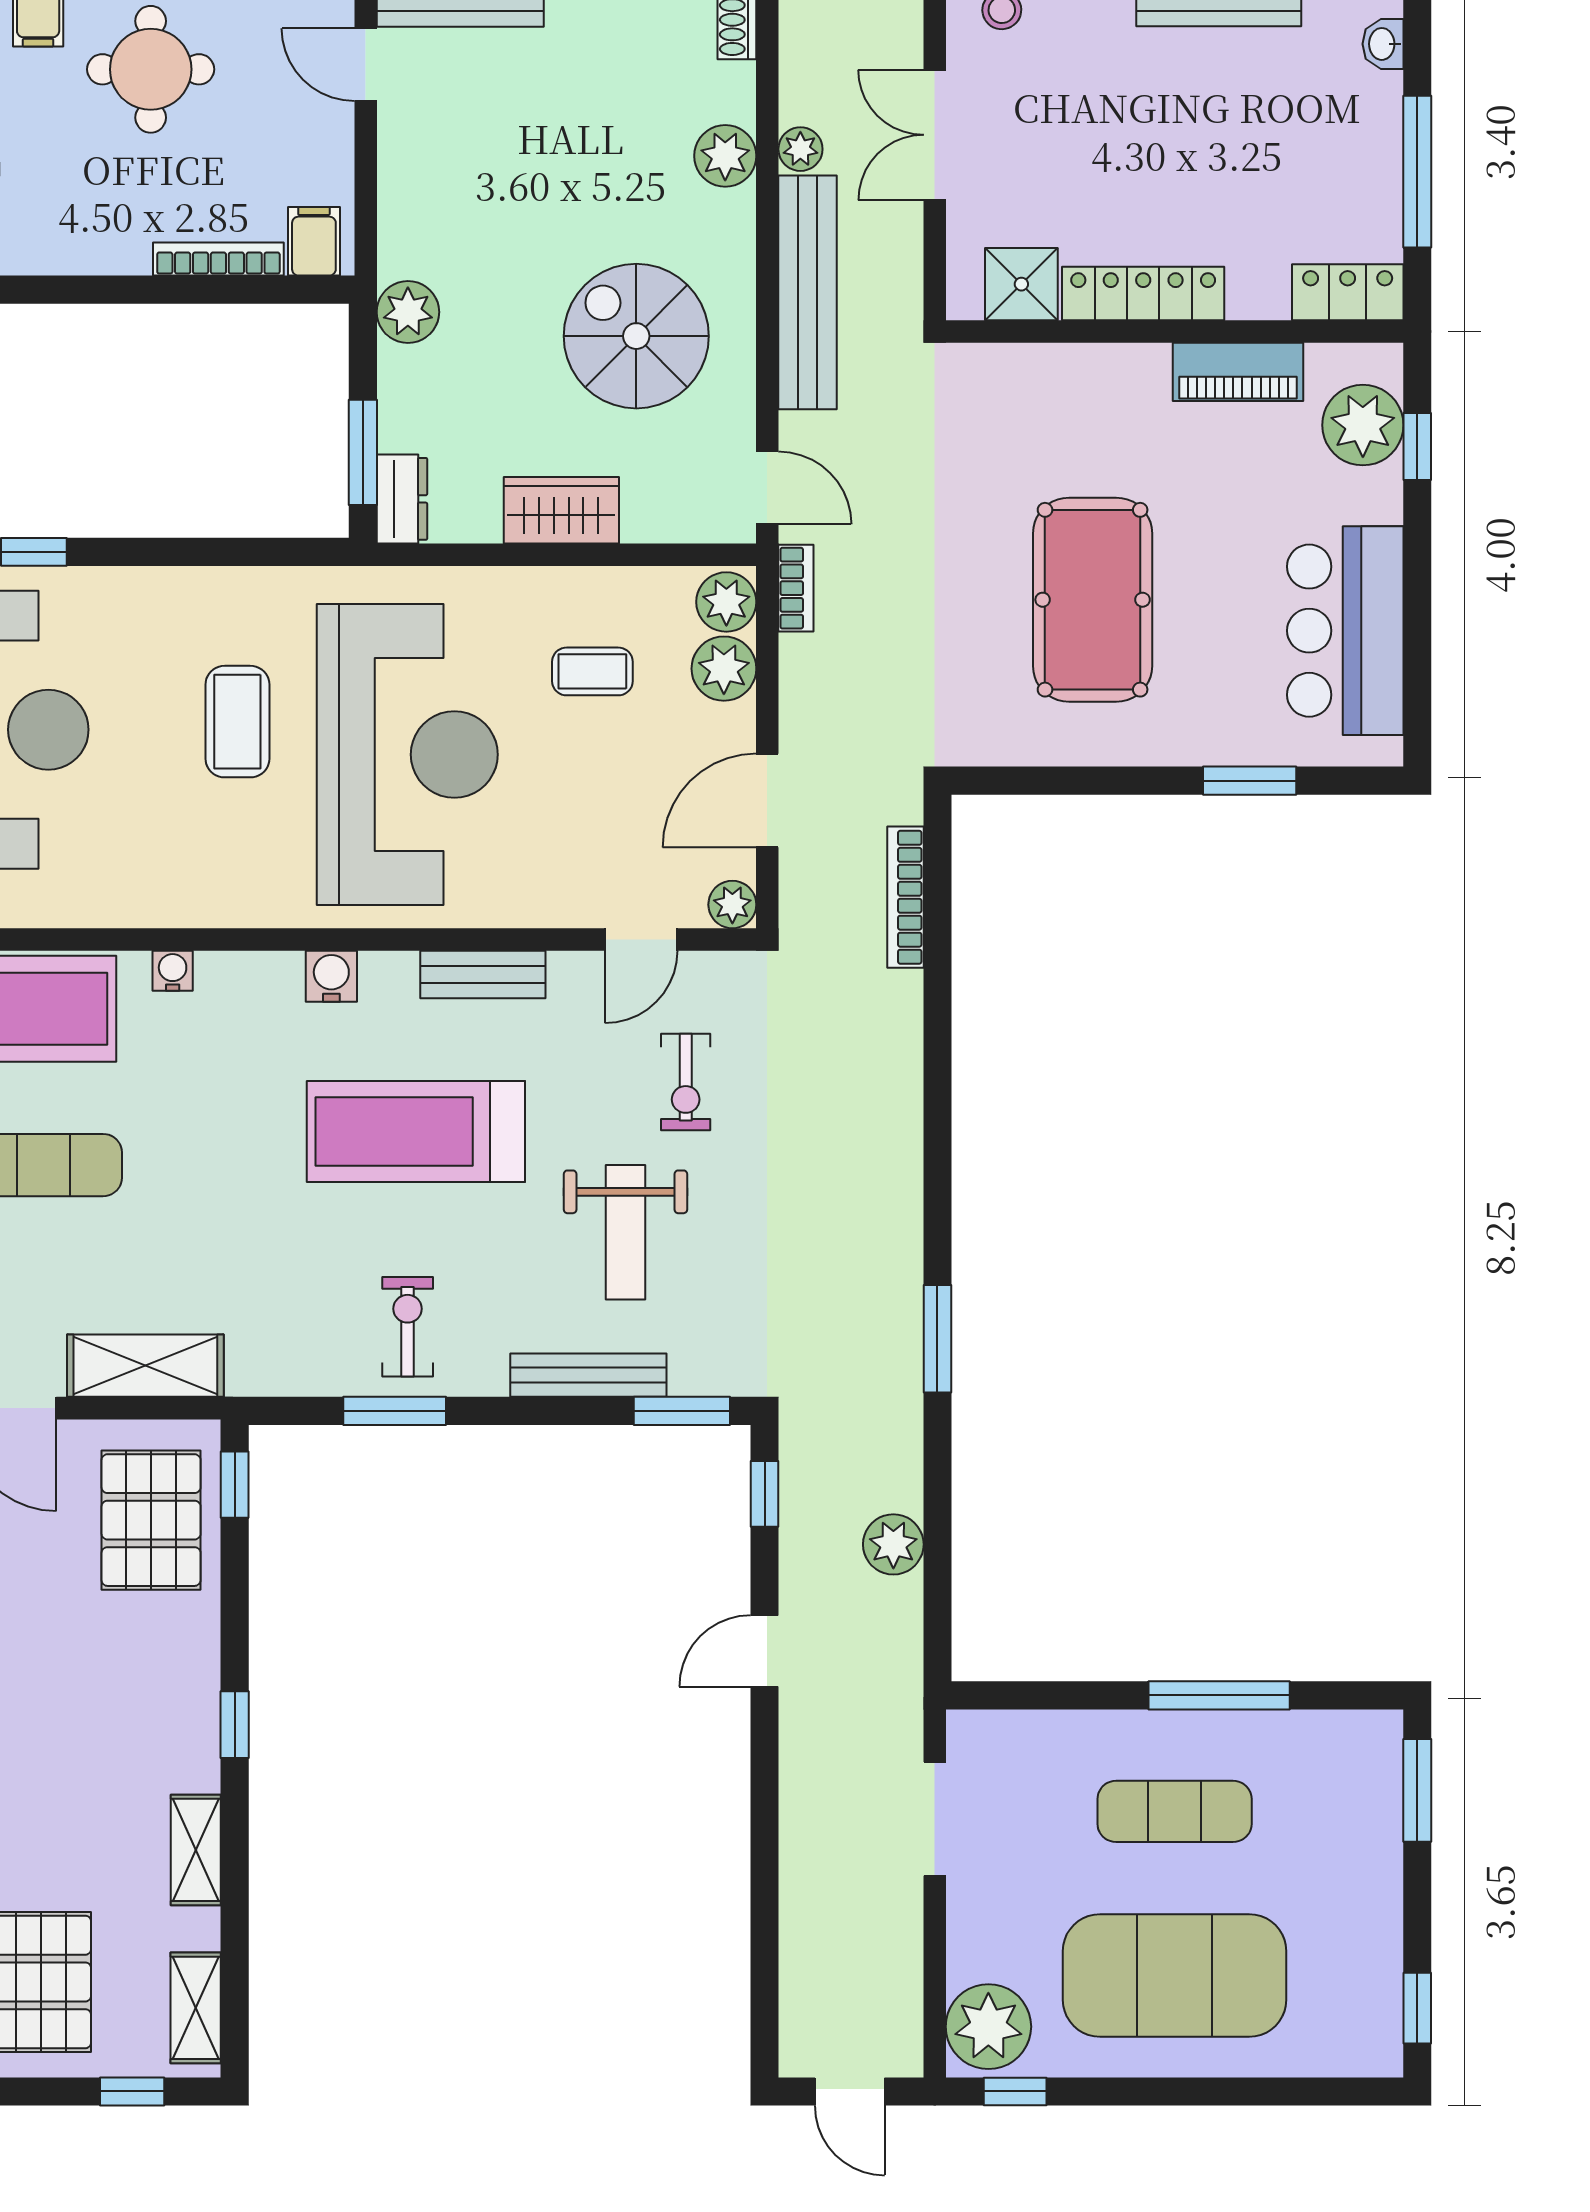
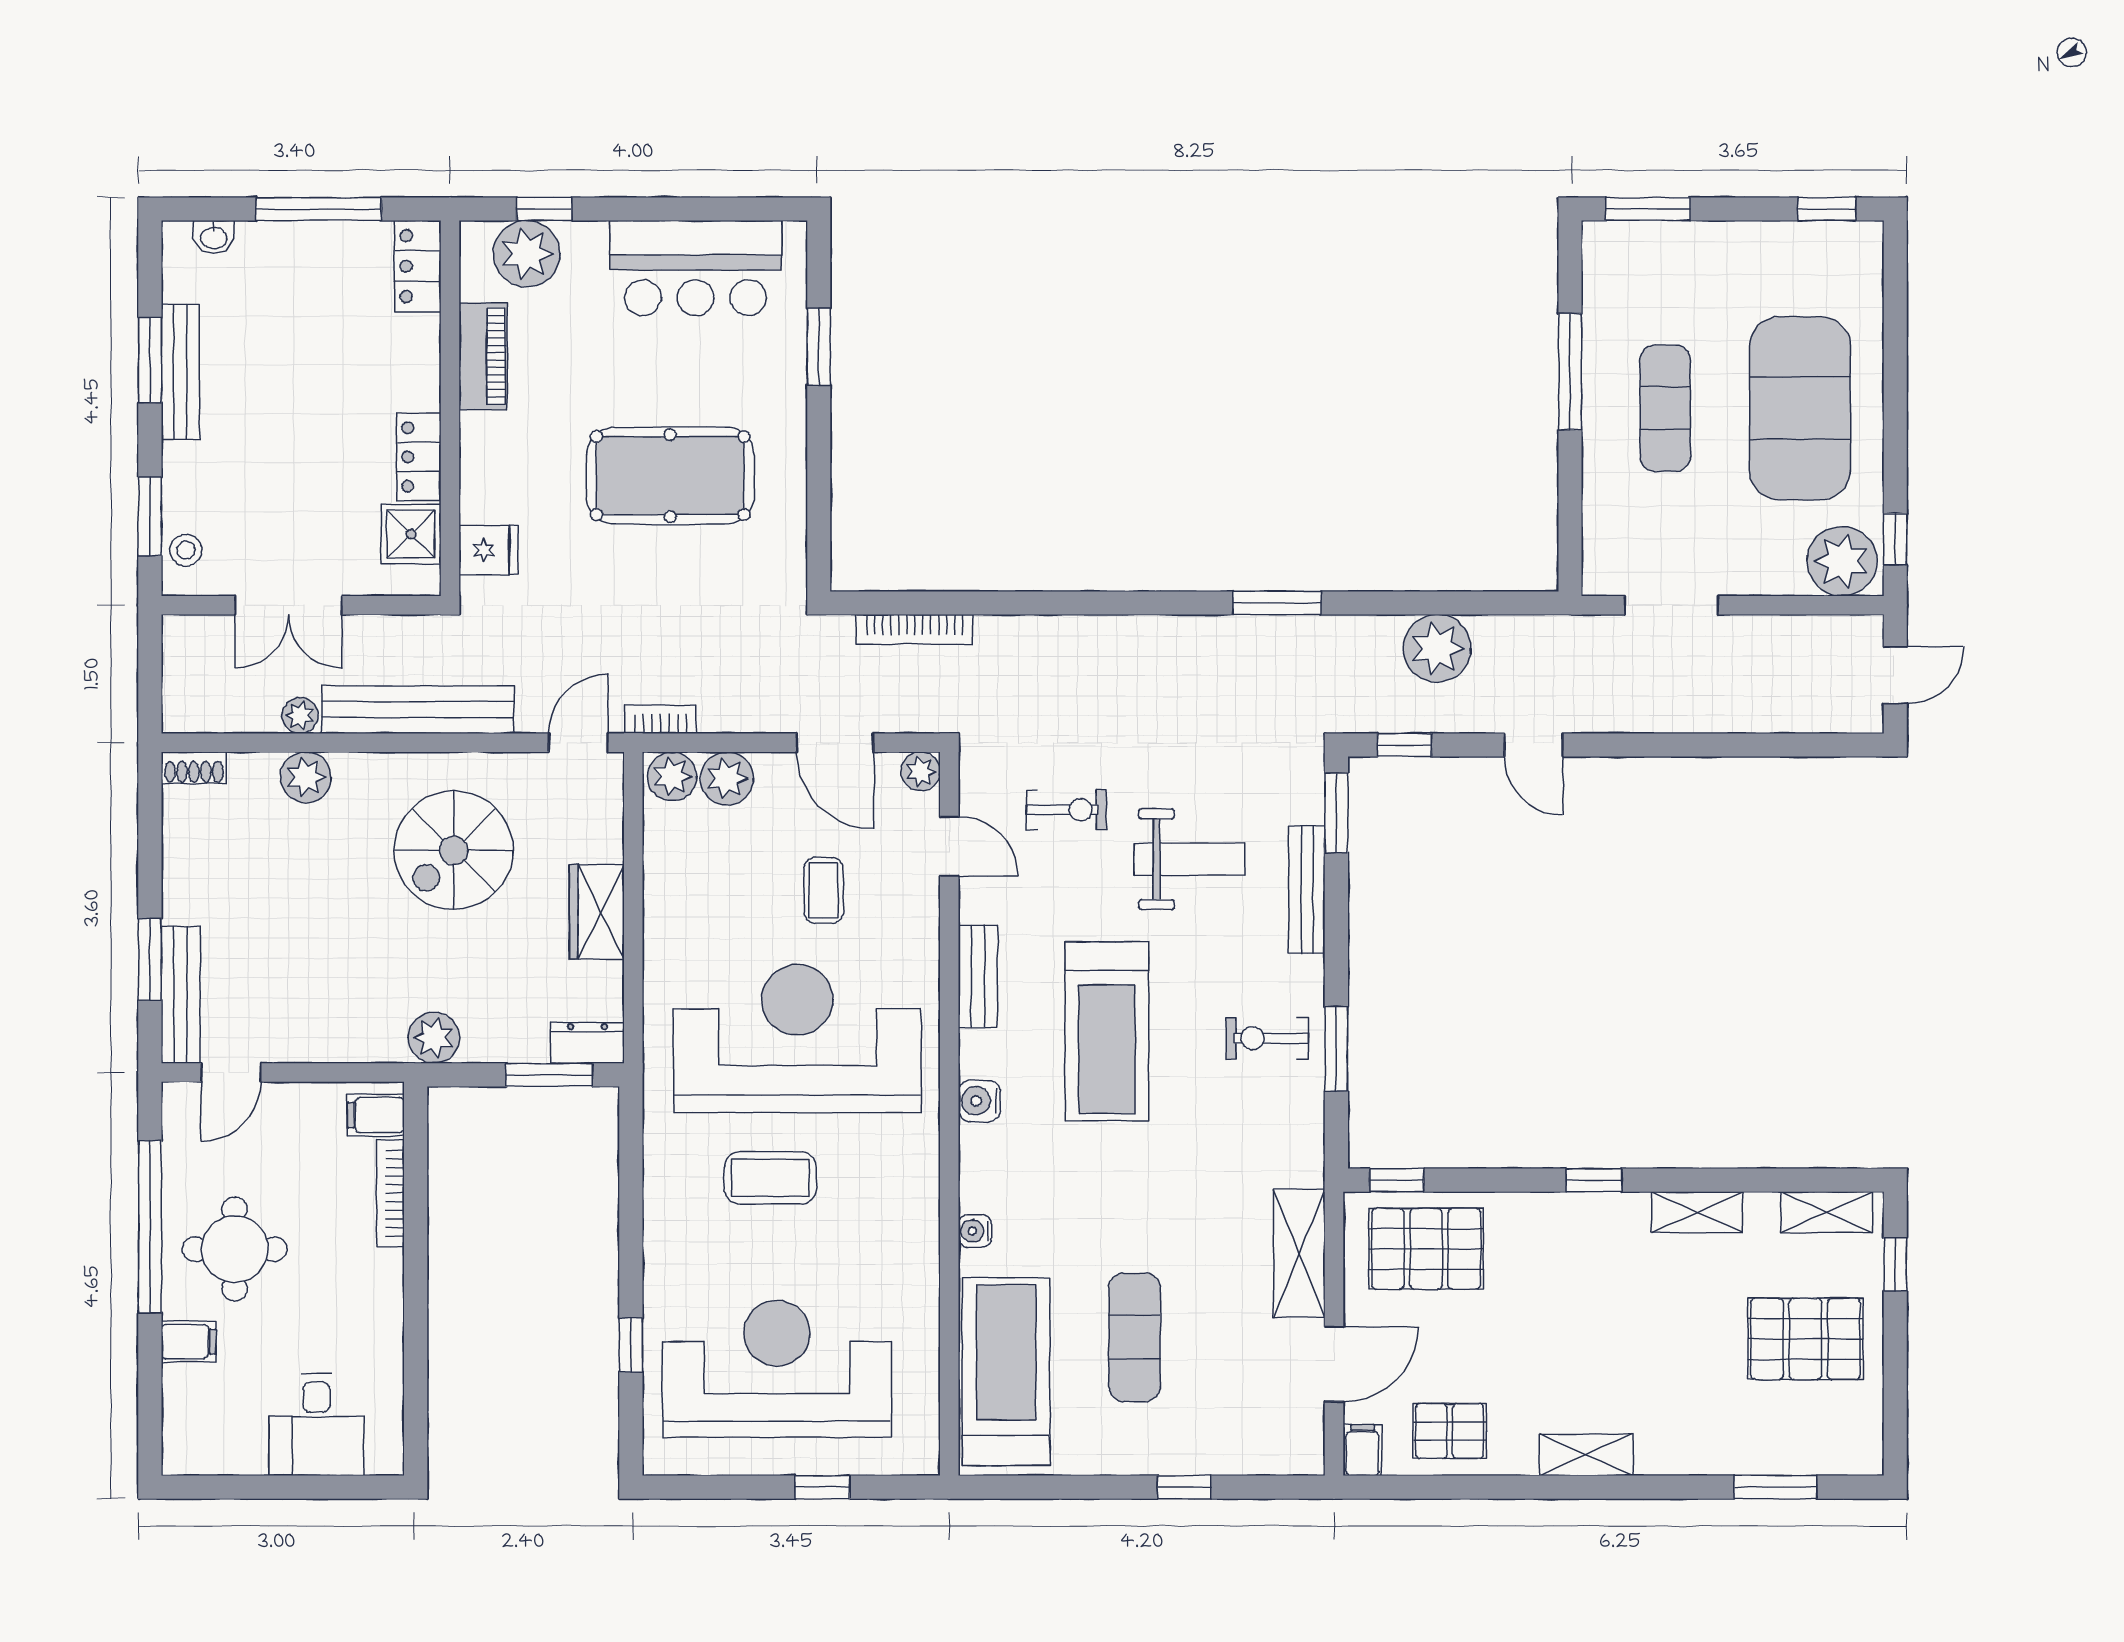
locker: (1143, 294) -> (419, 457), width x0.66
fridge: (1002, 378) -> (488, 550), added
coffee table: (592, 671) -> (824, 890), moved
plant: (893, 1544) -> (1437, 648), width x1.36, depth x1.36

